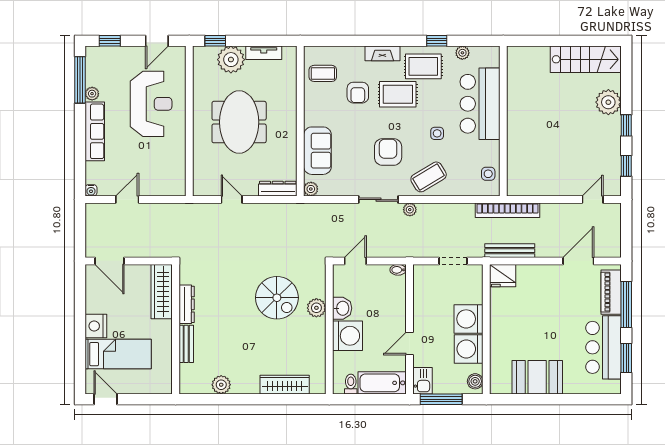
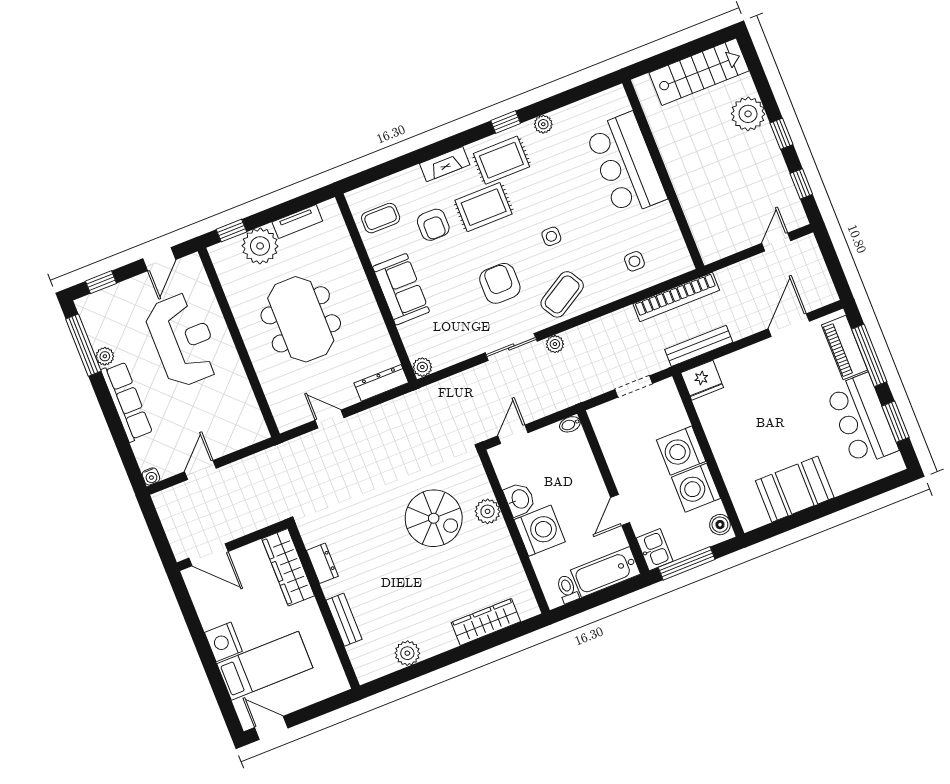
bar counter: (480, 104) -> (626, 164), moved
wall: (503, 121) -> (663, 174), moved
sofa: (317, 151) -> (401, 289), moved
dresser: (187, 304) -> (322, 563), width x0.70

